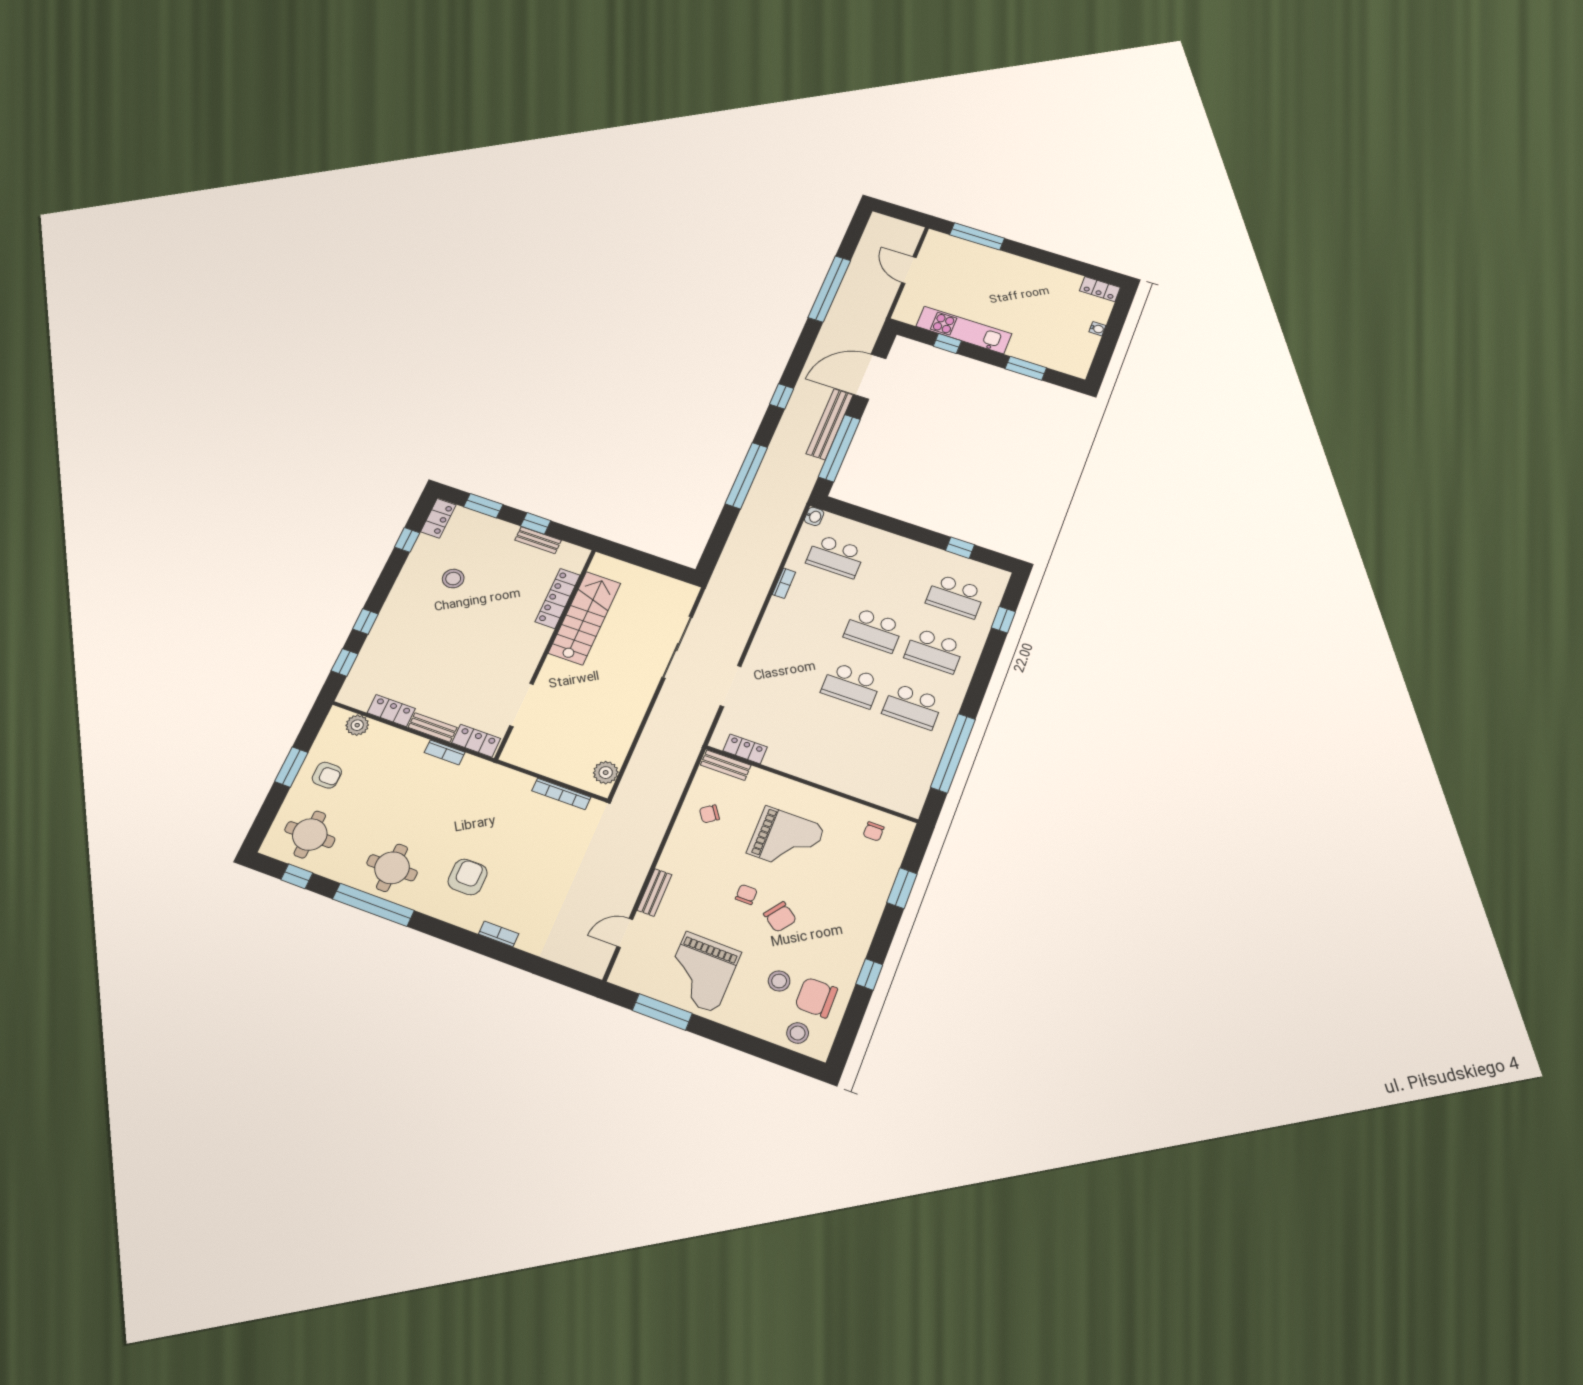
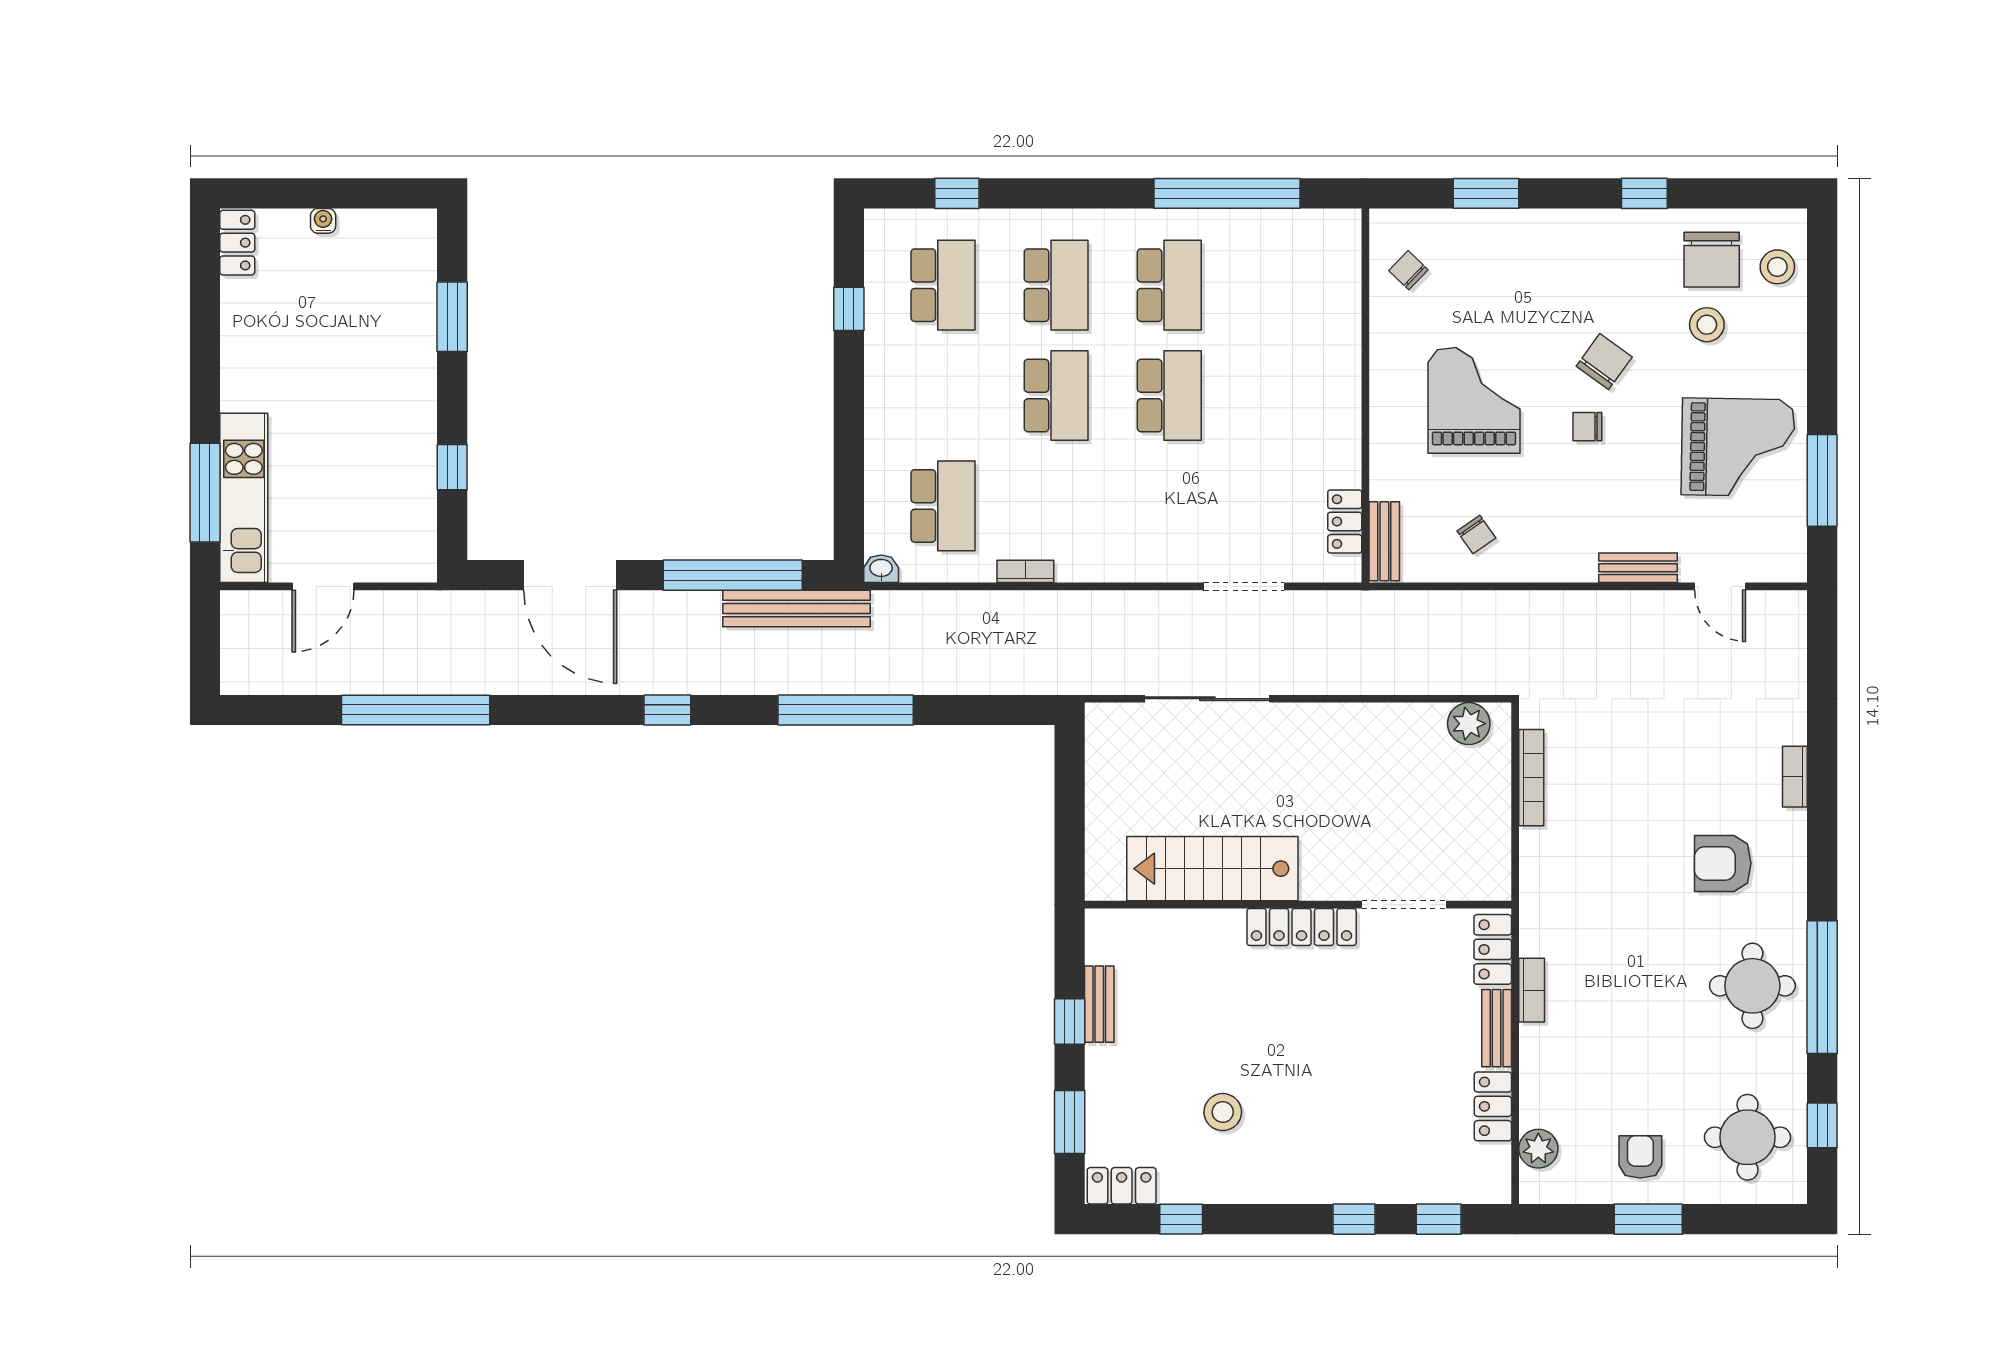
kitchen unit: (964, 330) -> (244, 498), moved, turned 180
bench: (830, 424) -> (797, 609), moved
locker: (558, 598) -> (1302, 927), moved
chair: (874, 831) -> (1408, 270), turned -136

